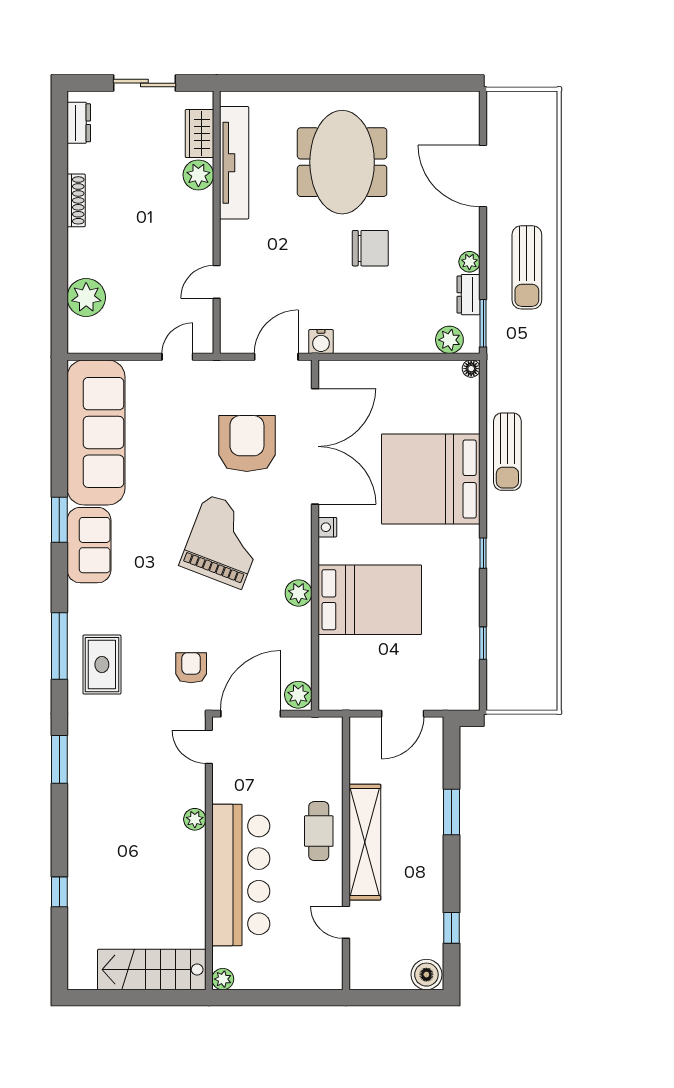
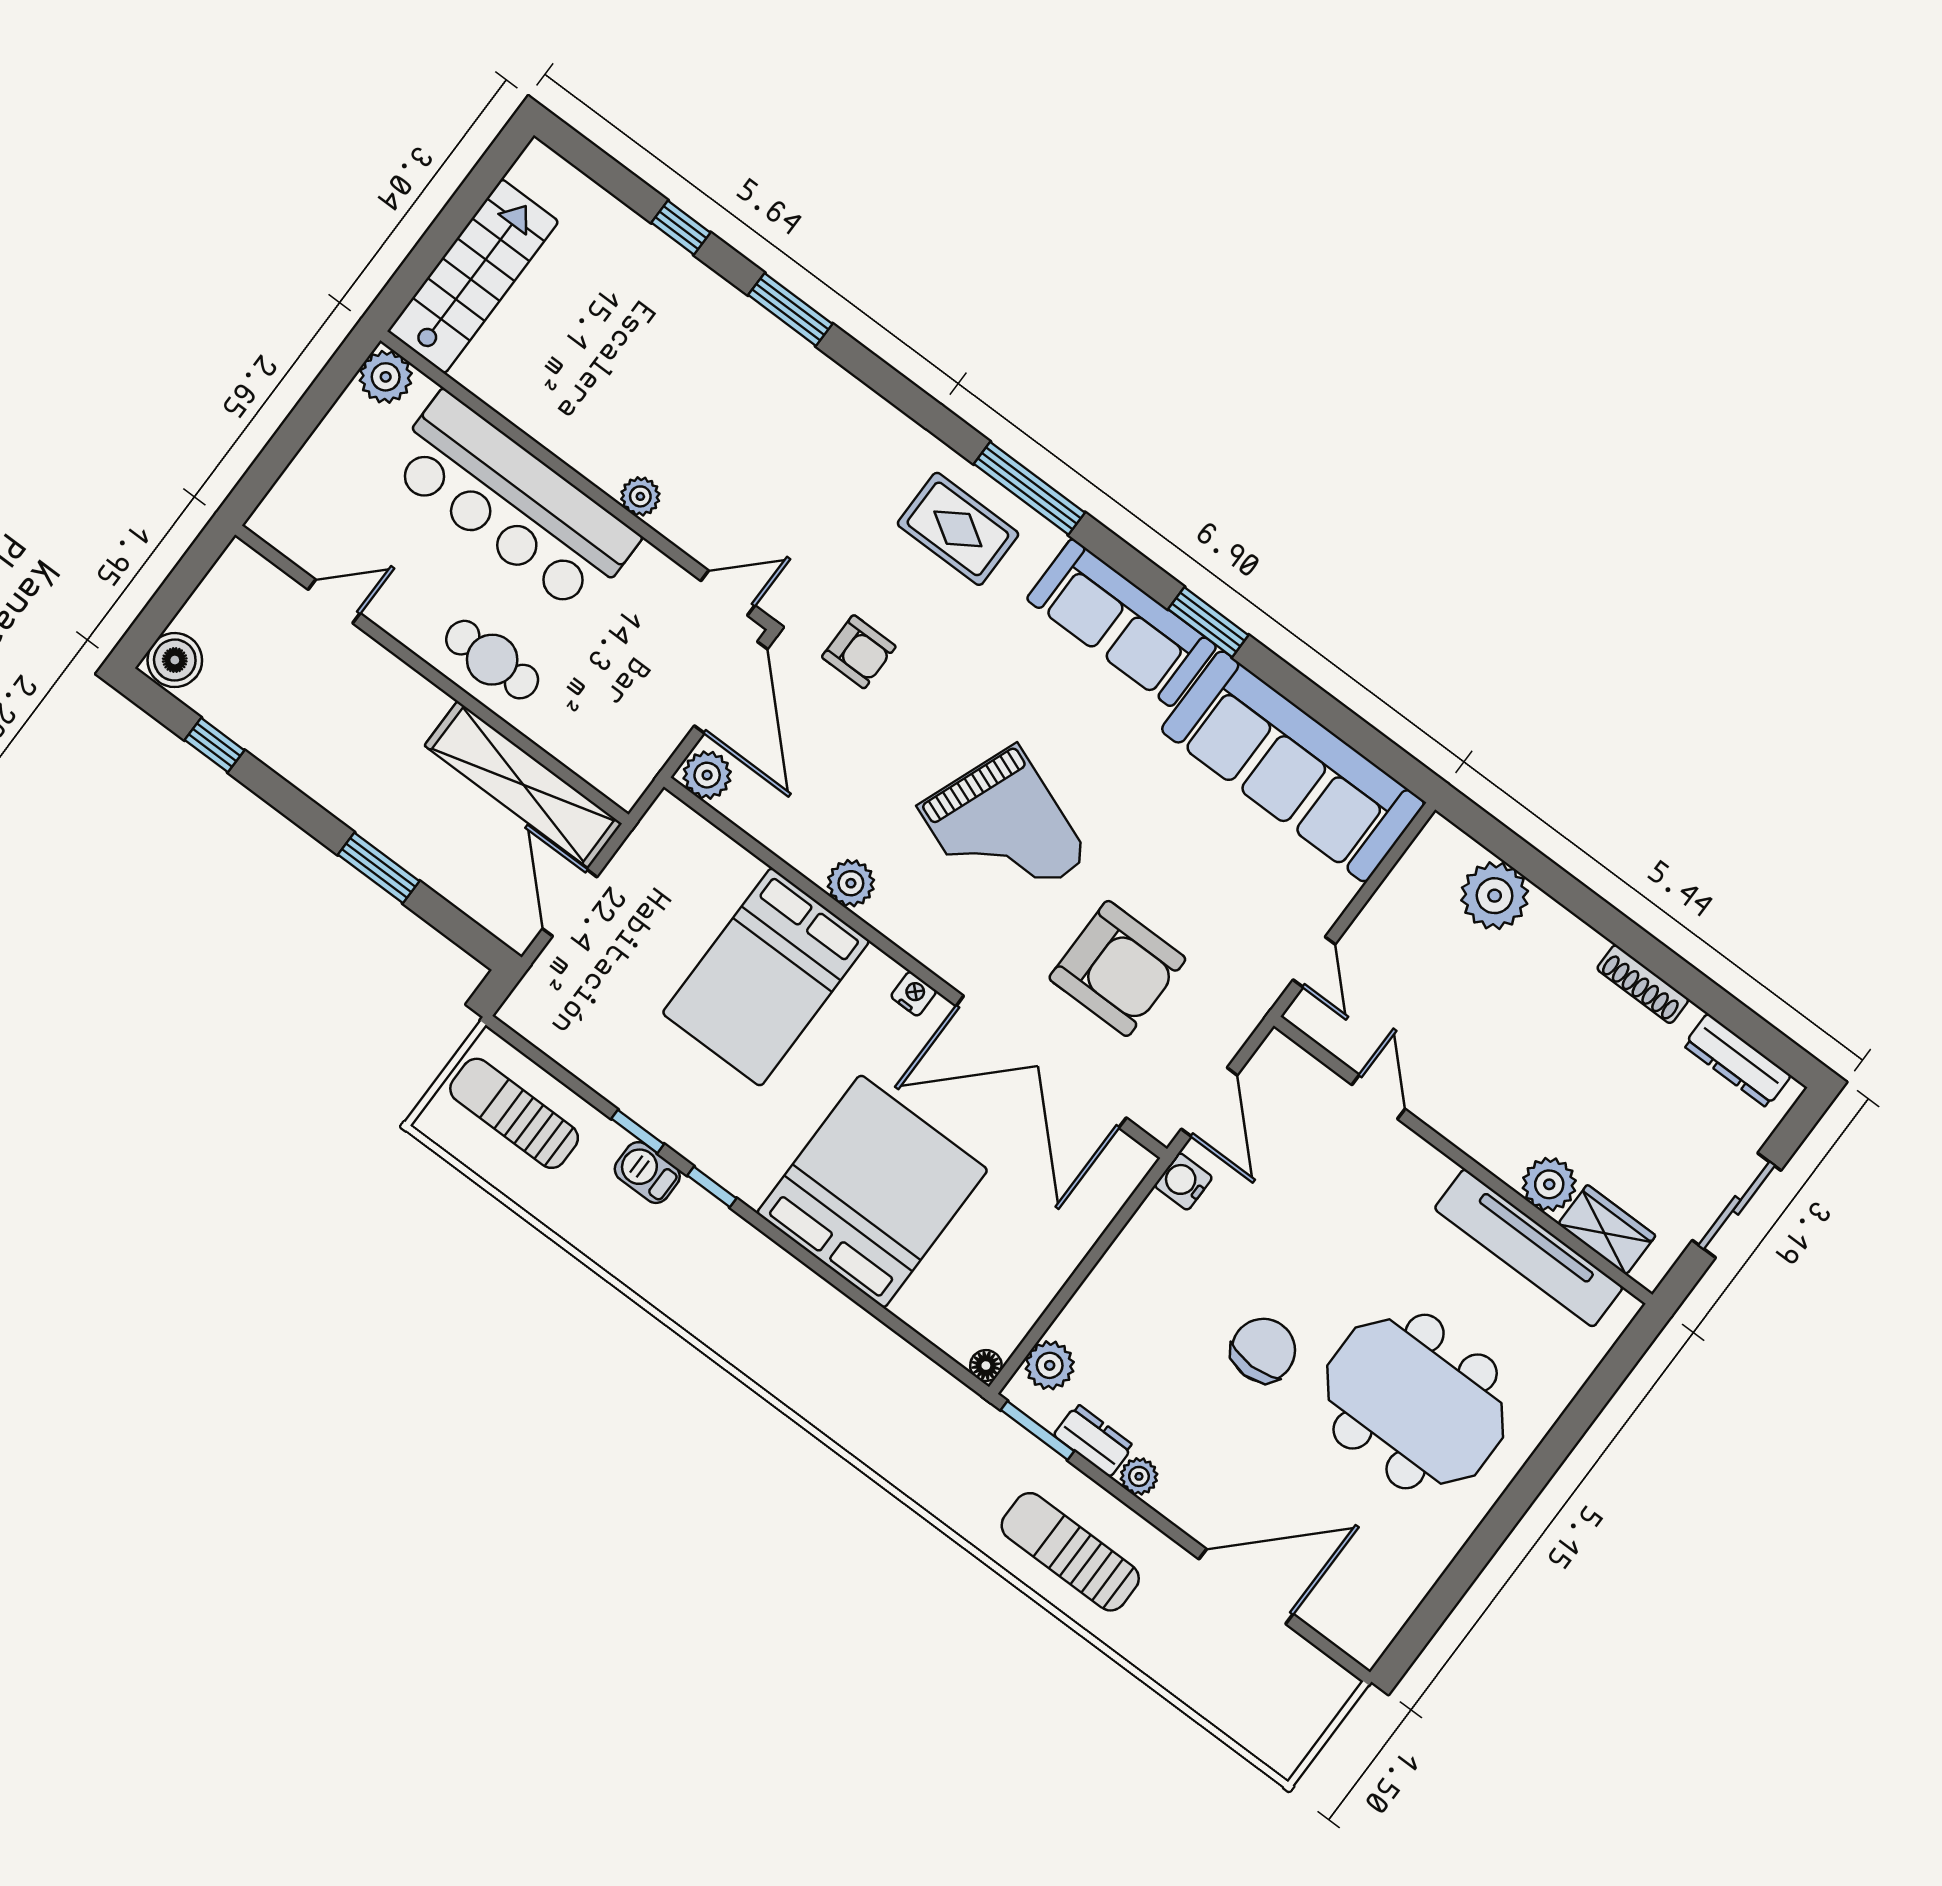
dresser: (79, 123) -> (1737, 1061), width x1.44
chair: (370, 248) -> (1263, 1350), turned 180
sun lounger: (507, 452) -> (514, 1113), moved
sofa: (89, 545) -> (1122, 623), width x1.36
barbecue: (498, 587) -> (647, 1173), added
window: (483, 643) -> (638, 1131), moved
window: (59, 759) -> (790, 309), moved
shelving: (365, 842) -> (523, 785), moved
plant: (223, 979) -> (386, 377), width x1.38, depth x1.38

